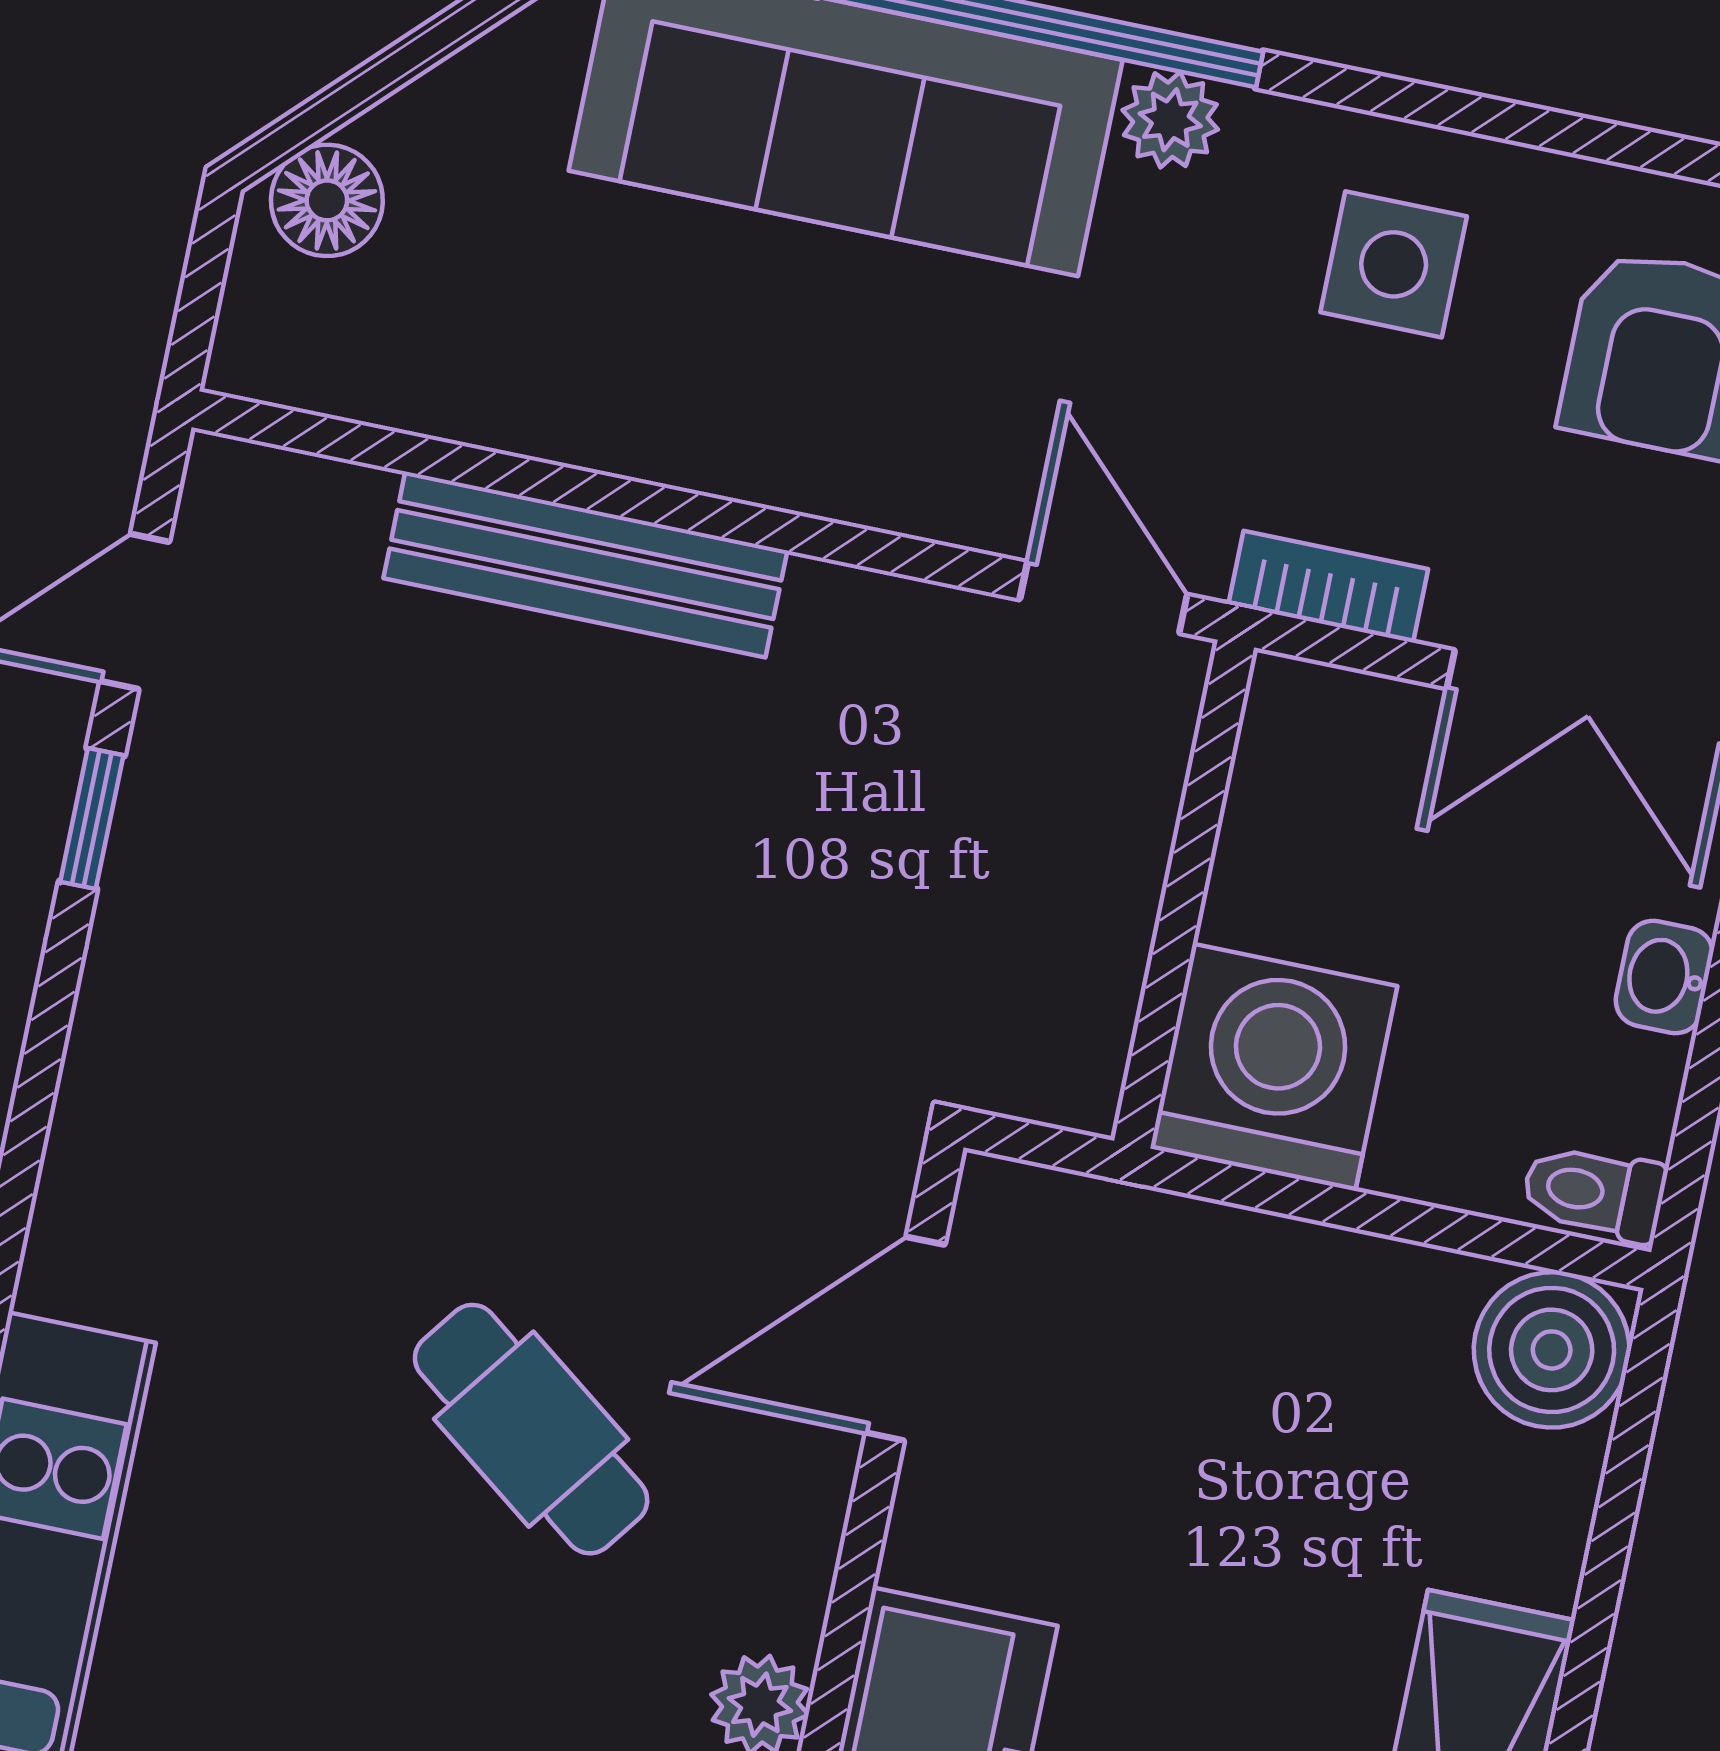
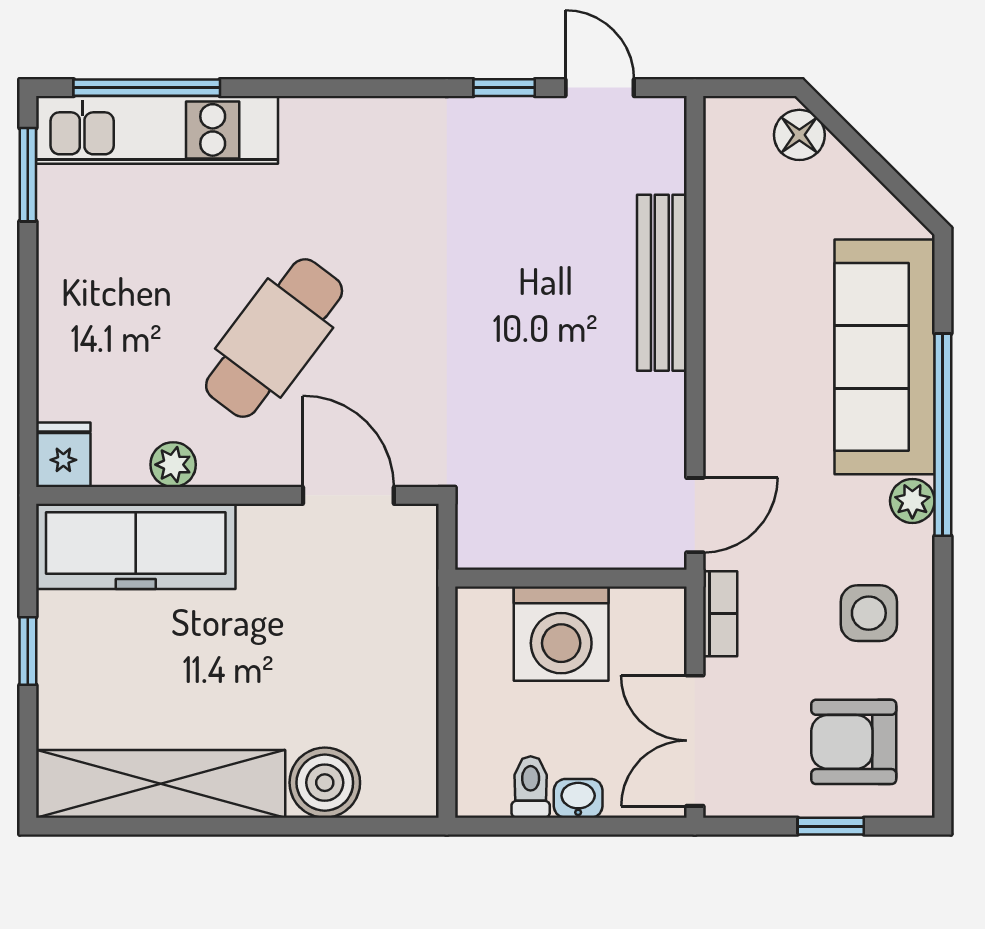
washing machine: (1274, 1067) -> (561, 634), moved, turned 90
toilet: (1594, 1192) -> (531, 787), moved
boiler: (1552, 1350) -> (325, 783), moved
cafe table: (531, 1429) -> (274, 338), width x1.37, depth x1.35

